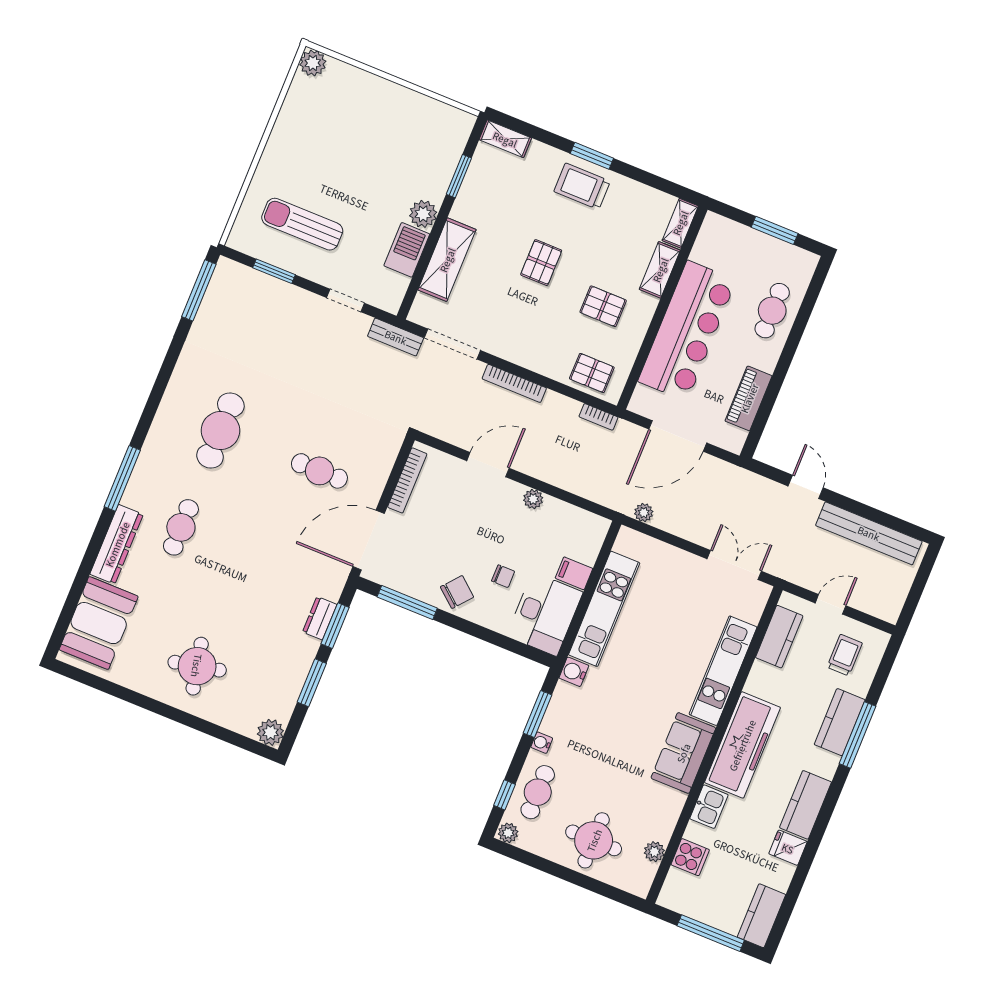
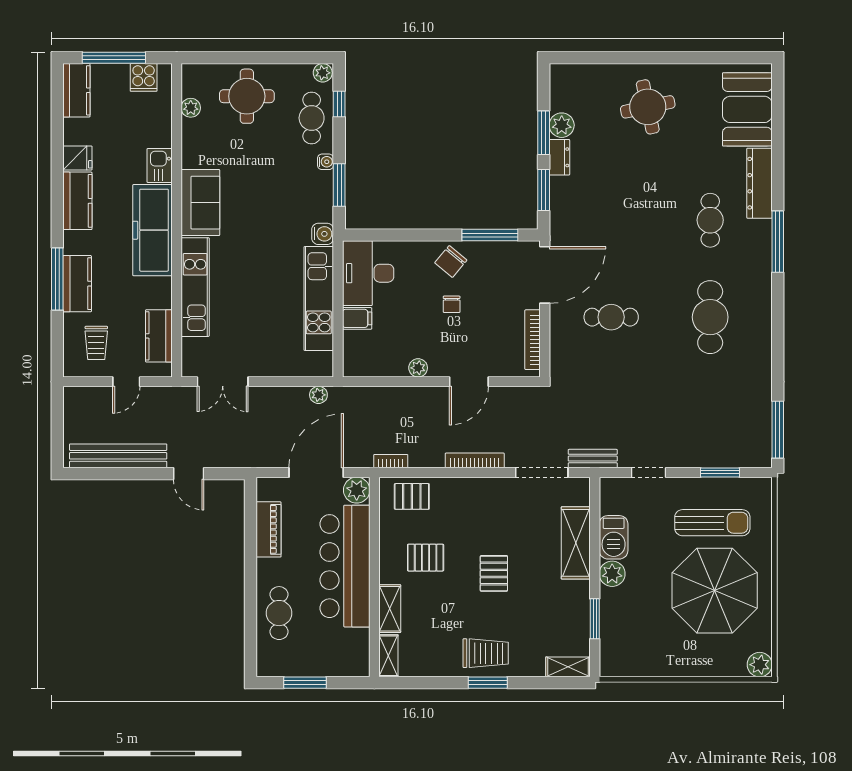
parasol: (328, 155) -> (715, 591), added
plant: (644, 402) -> (357, 490), added
chair: (503, 576) -> (452, 304), moved, turned -90
dresser: (320, 618) -> (559, 157), moved
plant: (270, 732) -> (562, 125), moved
cooker: (690, 857) -> (144, 77), moved, turned -90

